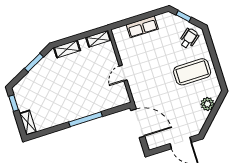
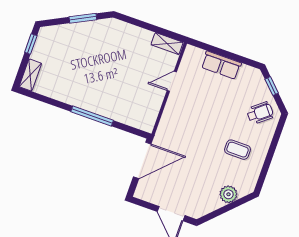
shelving: (67, 49) -> (127, 30), removed
coffee table: (192, 72) -> (238, 150), width x0.54, depth x0.58
door: (123, 73) -> (172, 81), moved
door: (138, 123) -> (142, 160), hinge flipped

